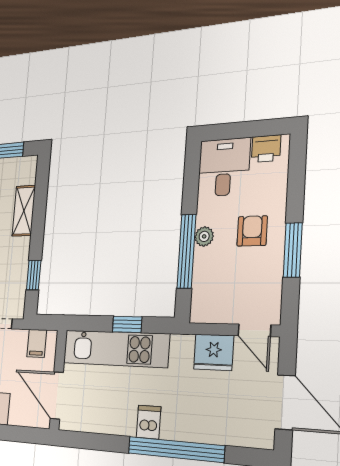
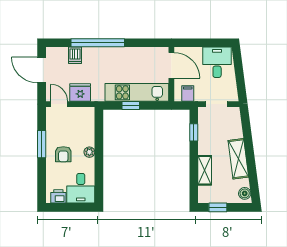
window: (187, 251) -> (99, 144), removed
dishwasher: (149, 422) -> (75, 55), moved

